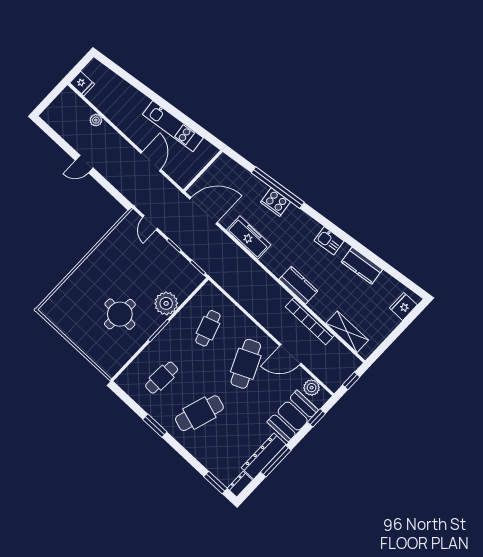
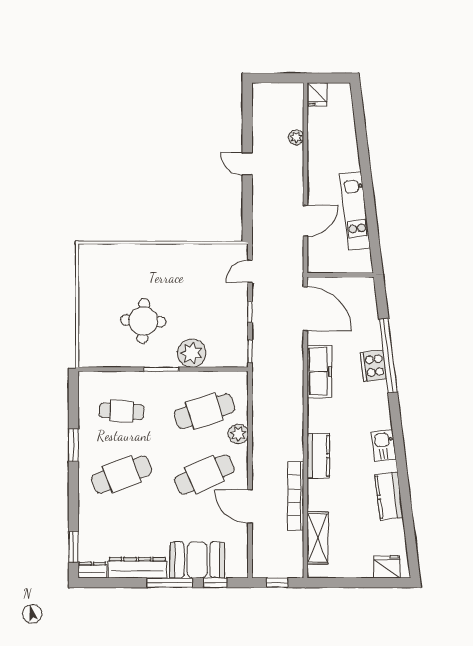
cafe table: (208, 328) -> (204, 411), width x1.37, depth x1.35
plant: (312, 388) -> (238, 434), moved
cafe table: (199, 413) -> (122, 475), turned -39
window: (276, 461) -> (170, 583), moved

